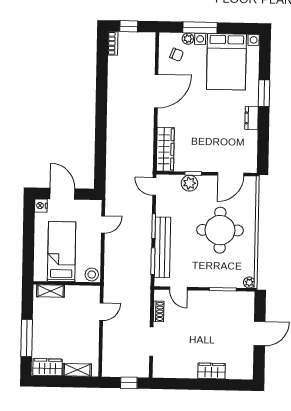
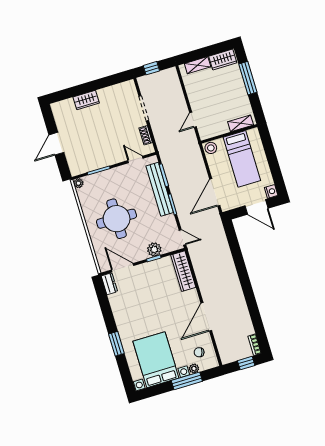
dresser: (252, 118) -> (109, 284), moved
door: (231, 174) -> (123, 268), hinge flipped
door: (103, 224) -> (215, 192), width x1.88

